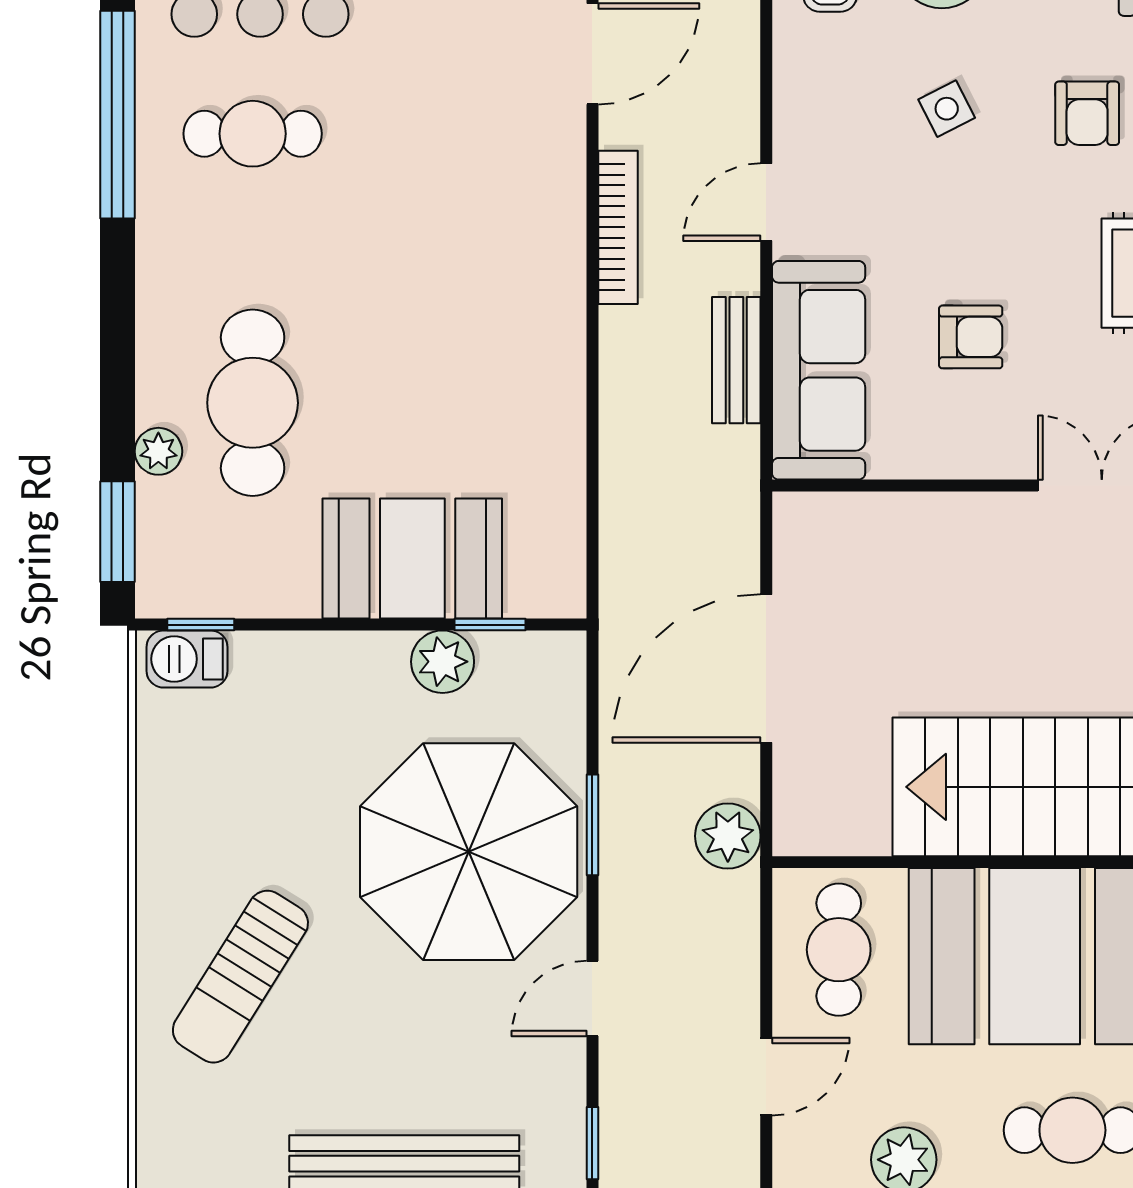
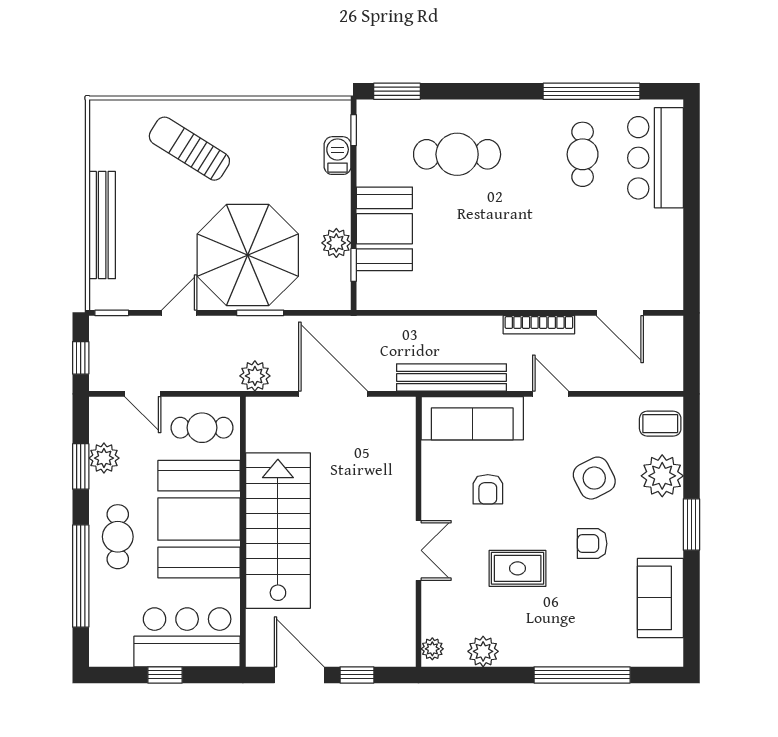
side table: (947, 109) -> (594, 478), width x1.87, depth x1.87
bench: (736, 360) -> (452, 378), width x1.86, depth x1.21
plant: (158, 451) -> (434, 110), removed
barbecue: (187, 659) -> (338, 156), moved
door: (592, 999) -> (179, 313), hinge flipped

